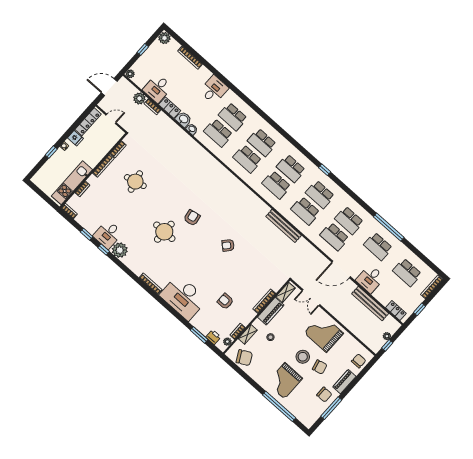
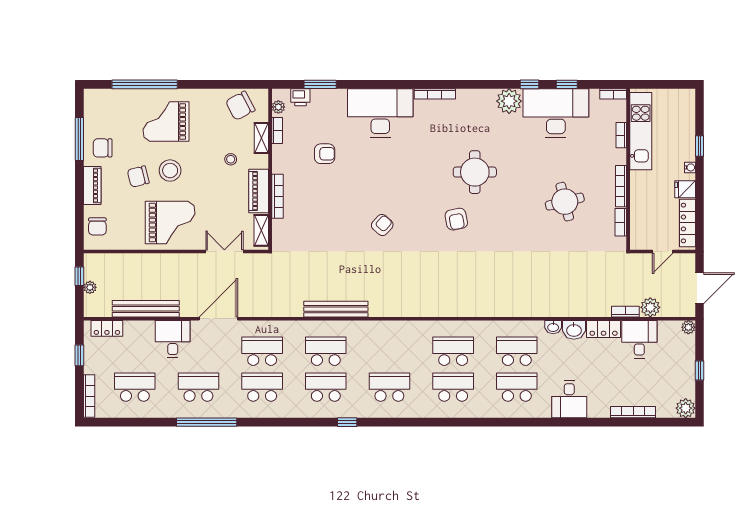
school desk: (276, 185) -> (389, 351), removed
desk: (108, 234) -> (556, 113), width x1.87, depth x1.30
grand piano: (285, 381) -> (166, 122), turned -90

